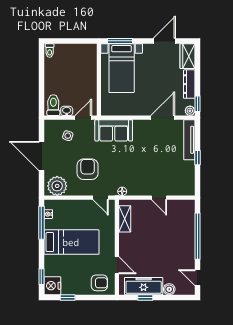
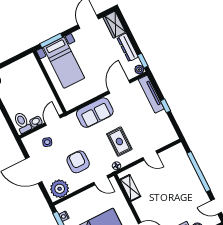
sofa: (114, 130) -> (95, 113), moved
rug: (137, 170) -> (119, 142), added

